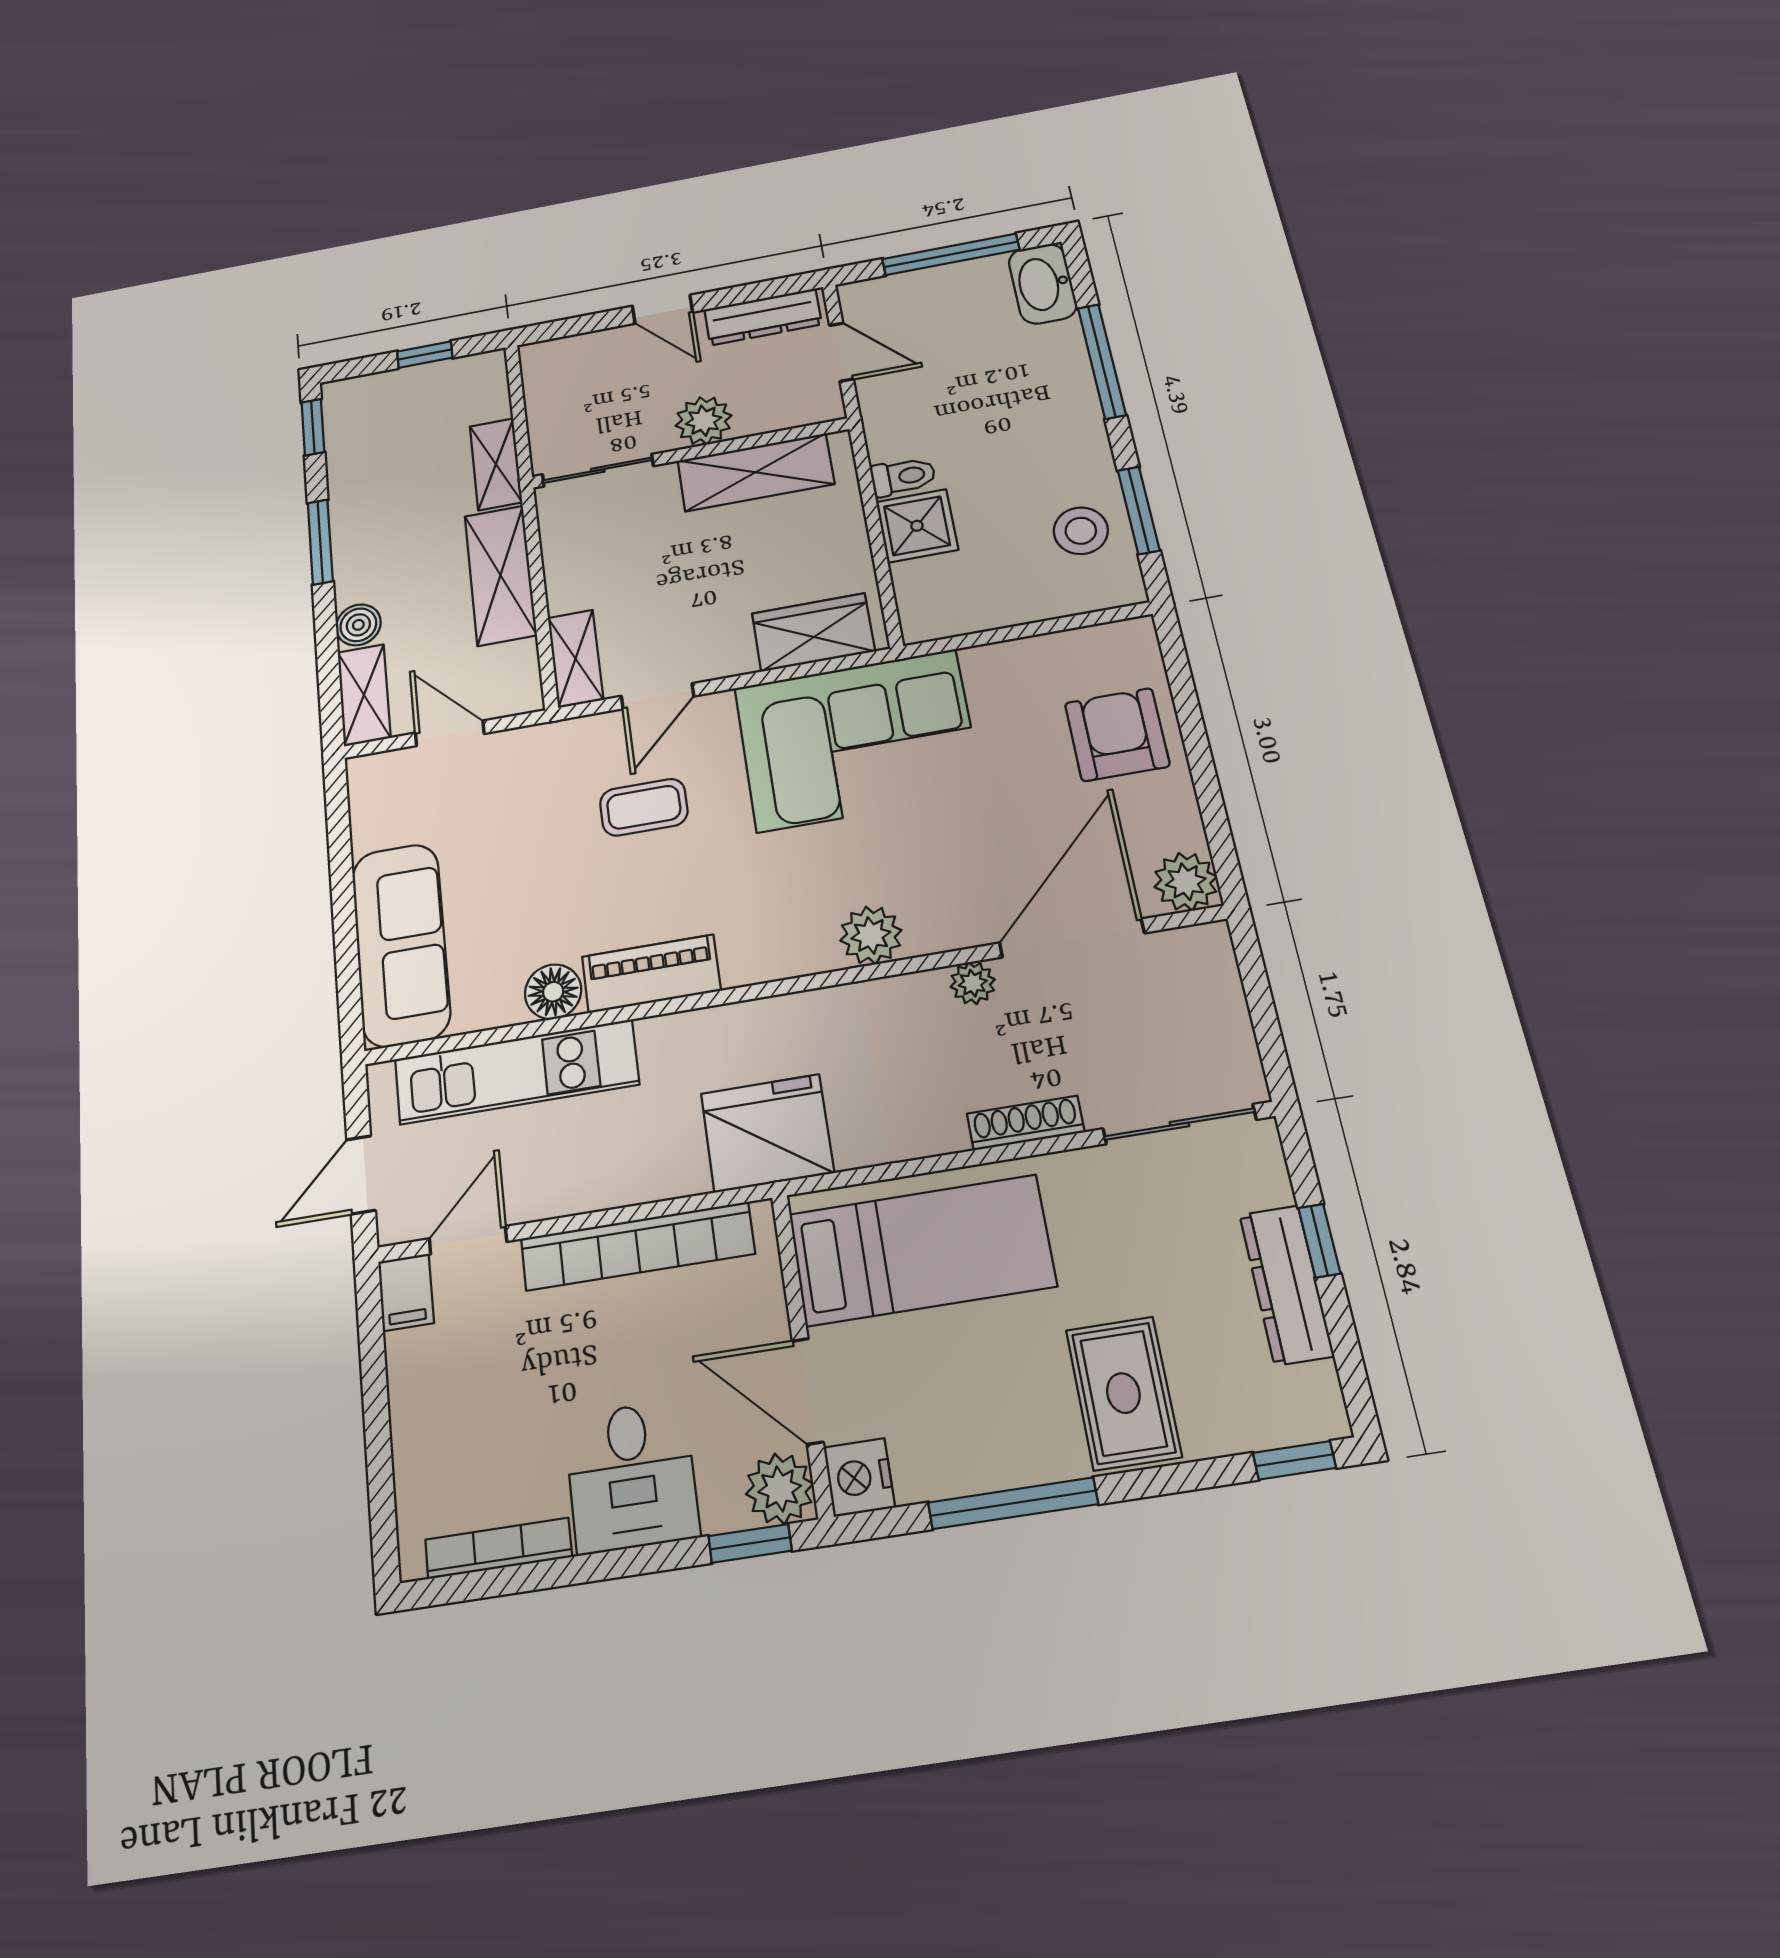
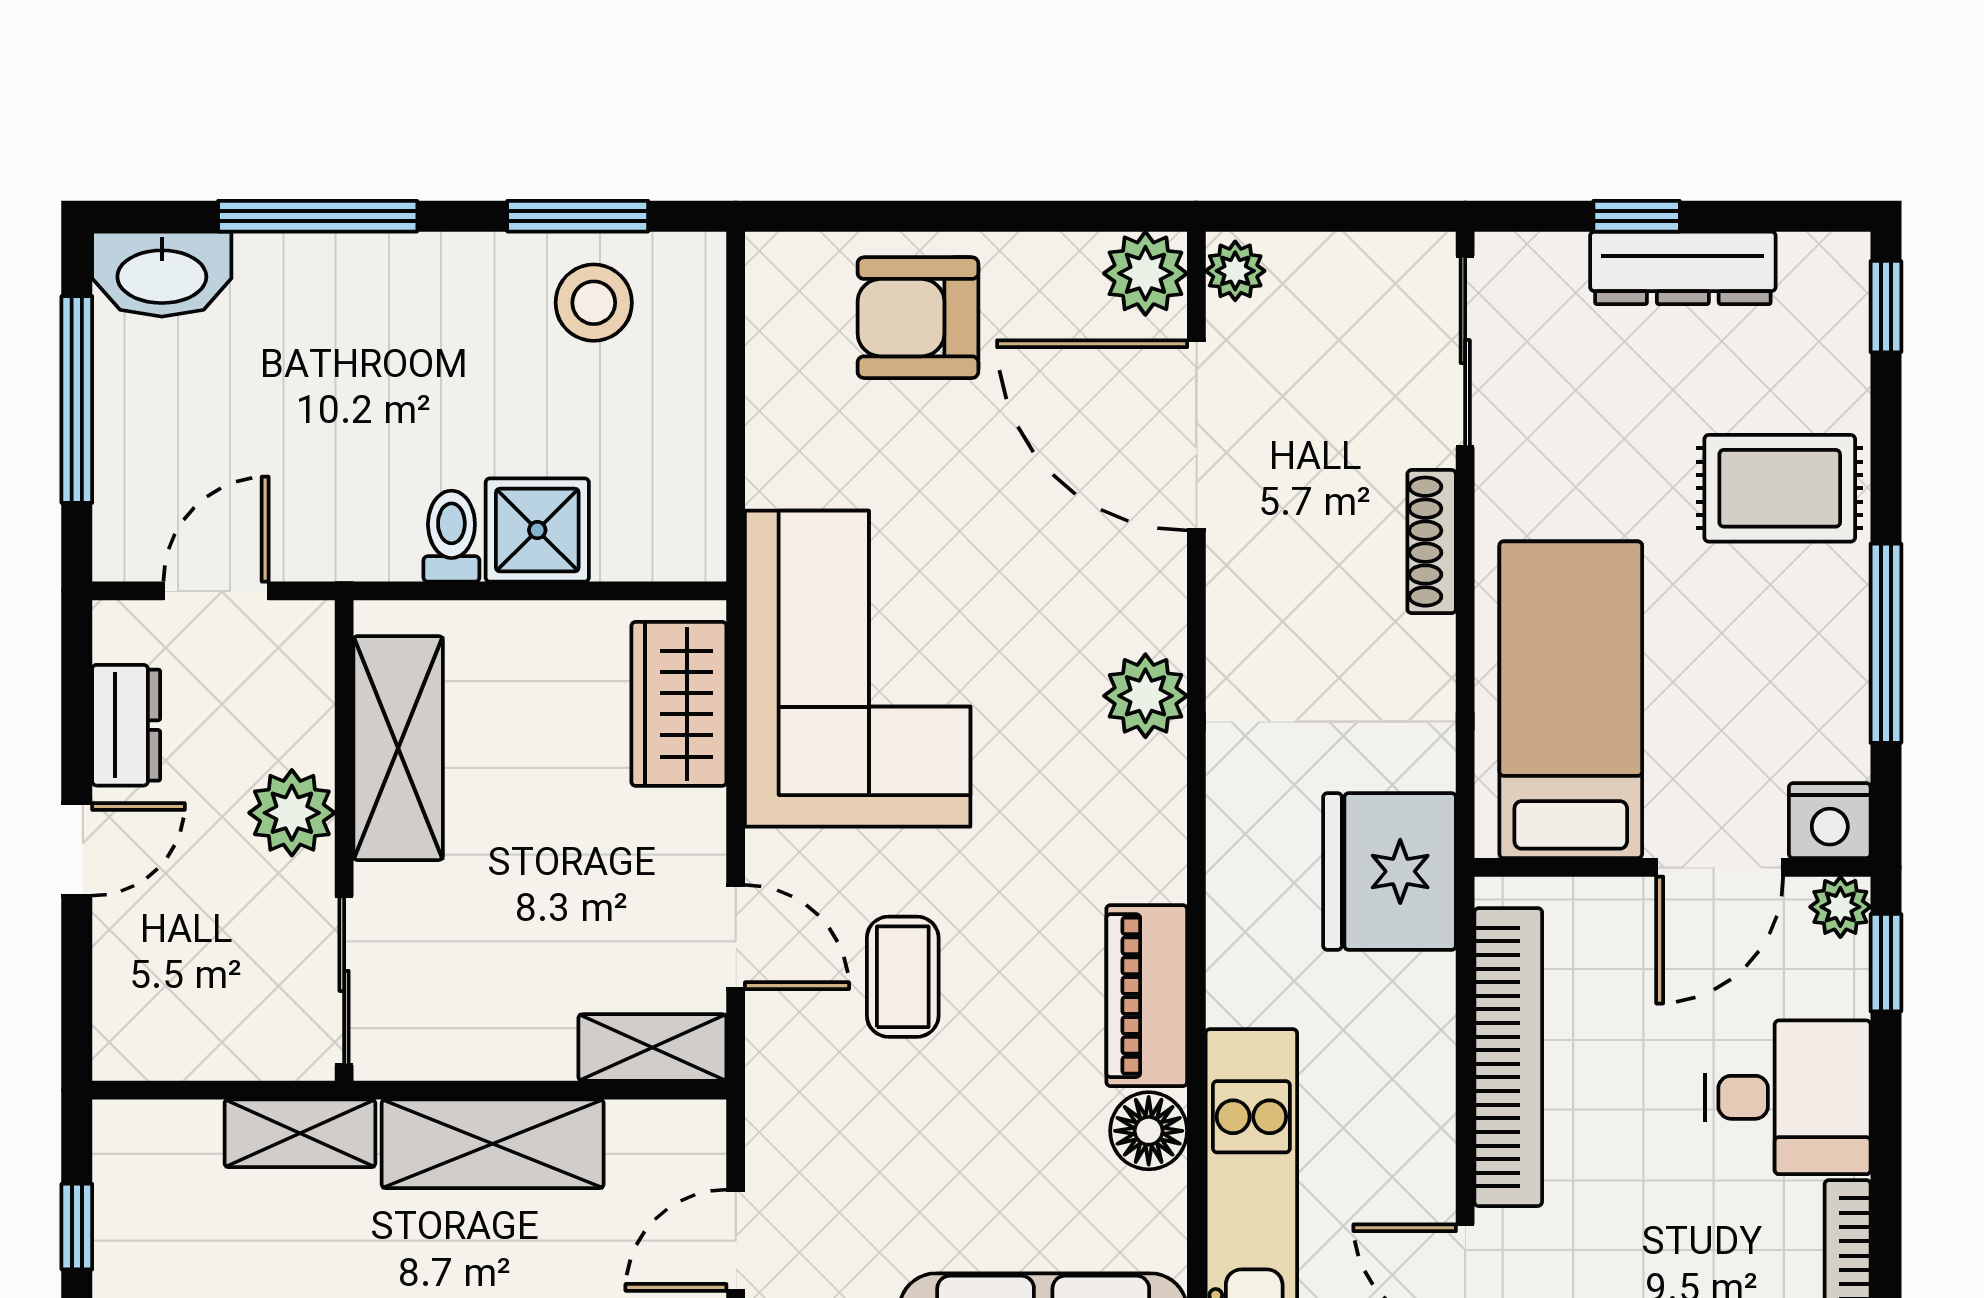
dresser: (763, 317) -> (126, 725), width x0.70
plant: (973, 983) -> (1235, 271), moved
plant: (780, 1489) -> (1840, 907), width x0.73, depth x0.73

